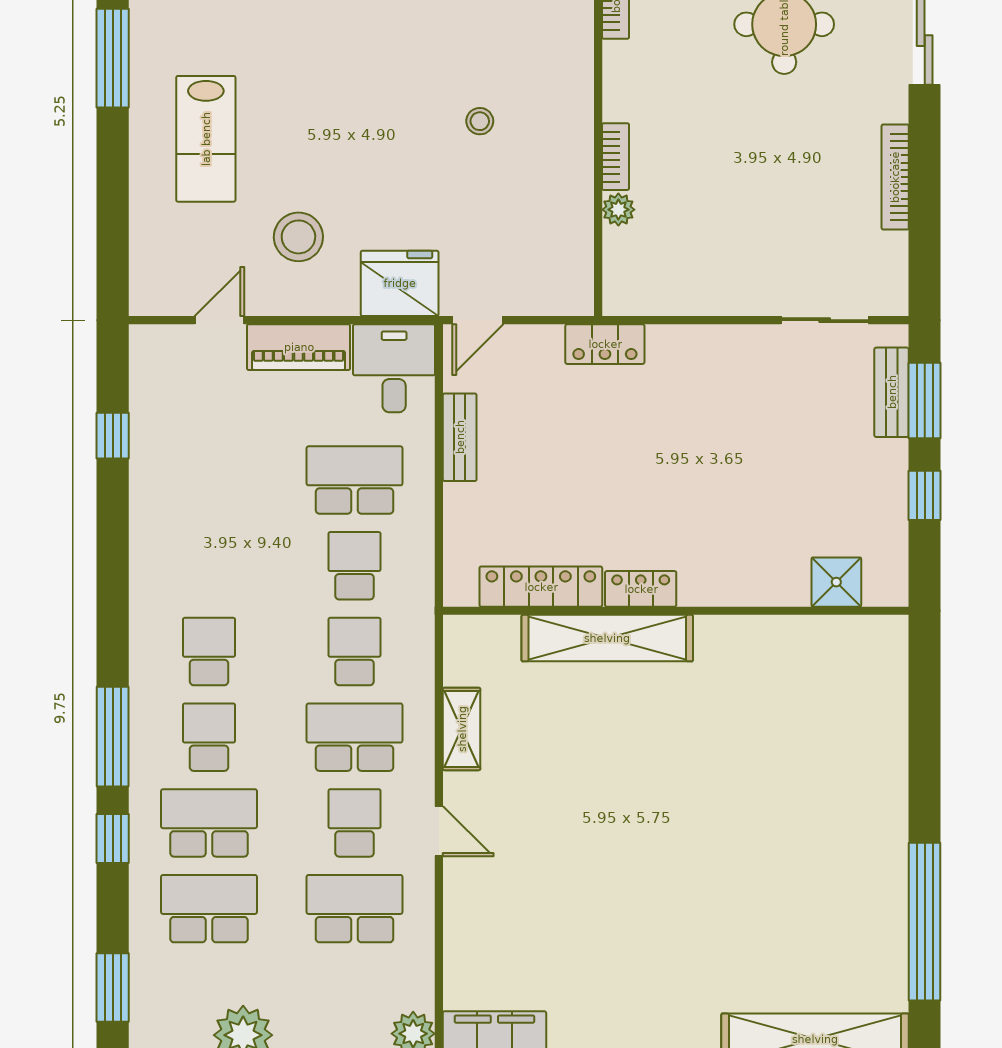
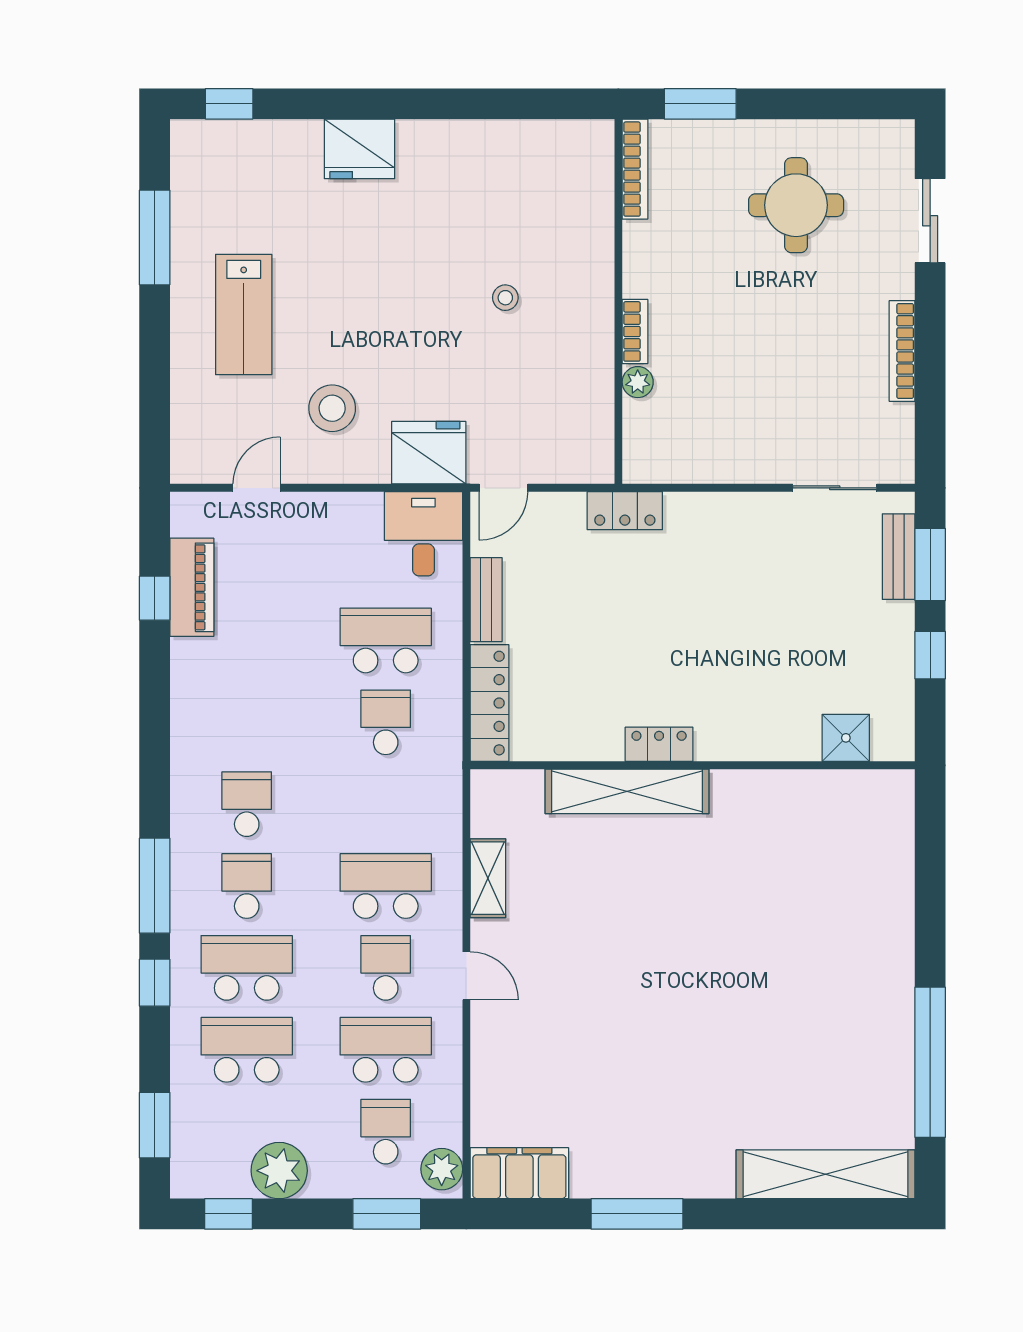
piano: (299, 347) -> (192, 587), moved, turned -90
locker: (541, 587) -> (490, 703), moved, turned 90
school desk: (355, 651) -> (386, 1132), moved

